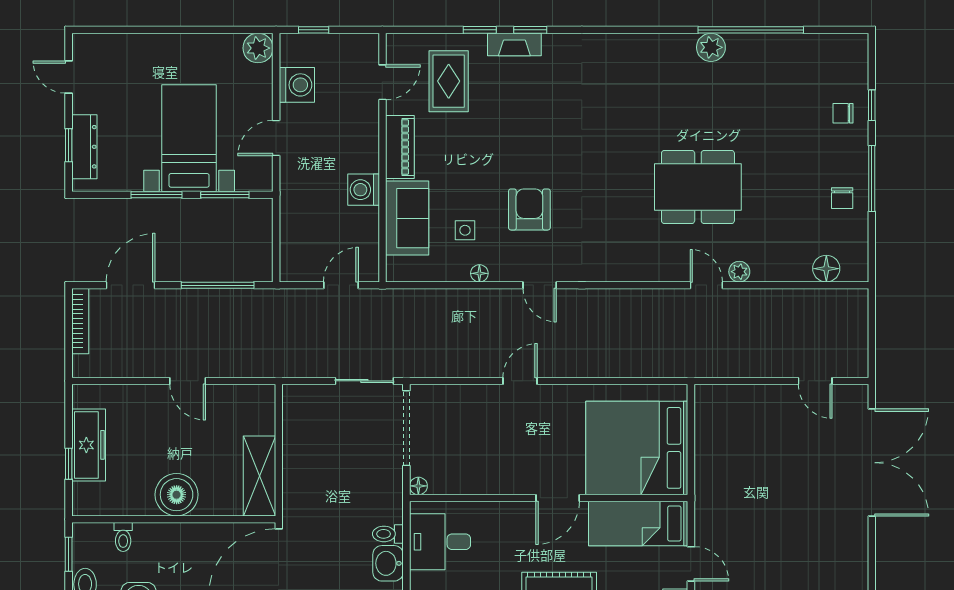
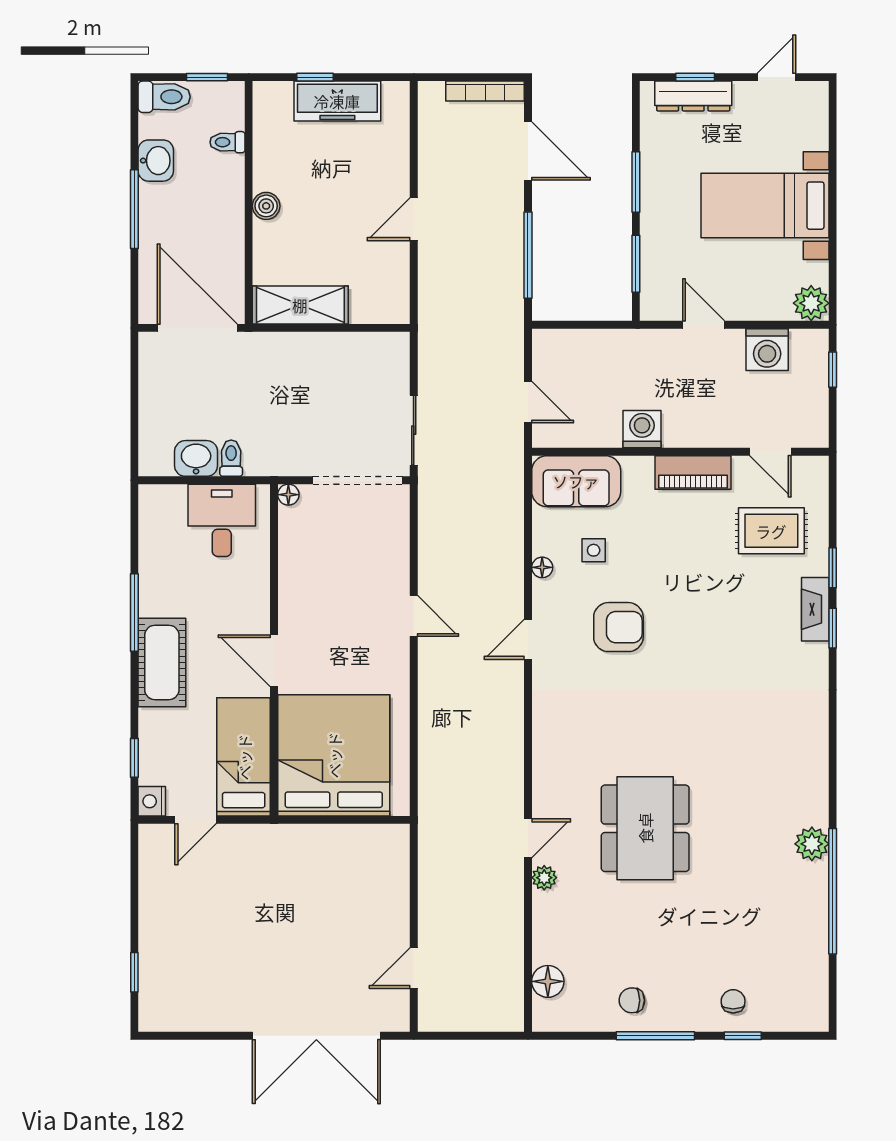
bed with nightstands: (189, 138) -> (765, 206), moved, turned 180
sofa: (407, 218) -> (576, 481), moved
boiler: (177, 495) -> (266, 206), width x0.54, depth x0.54

